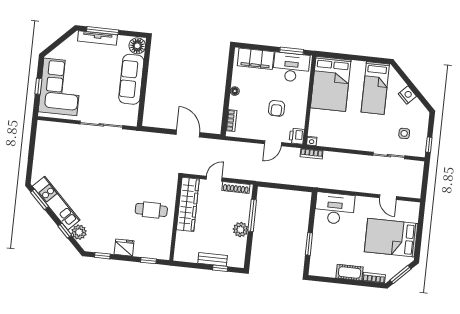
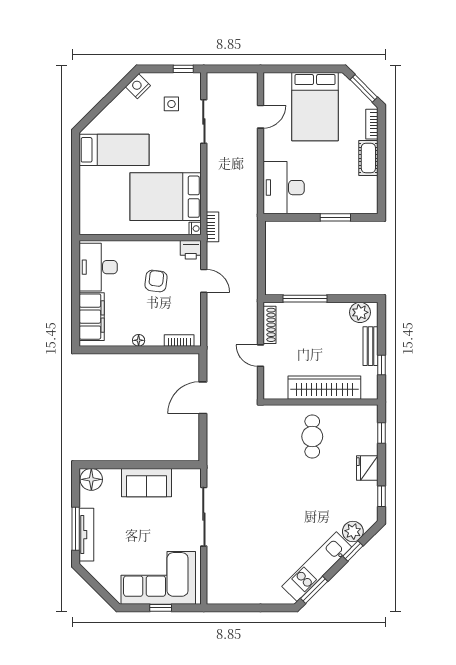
window: (292, 51) -> (76, 269), removed
sofa: (131, 79) -> (146, 483), width x0.73
bed: (331, 84) -> (166, 197), moved, turned 180
nightstand: (407, 95) -> (138, 86), moved
armchair: (277, 108) -> (156, 281), turned -83
wardrobe: (188, 204) -> (324, 388), moved
plant: (240, 230) -> (360, 312), moved
window: (220, 268) -> (381, 365), moved

